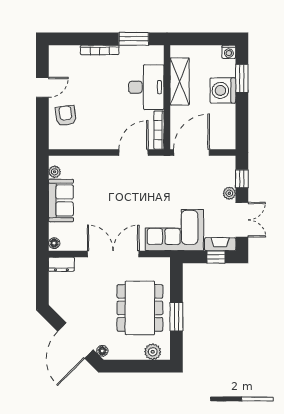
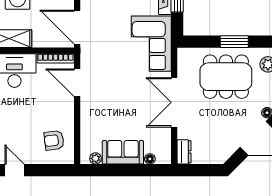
armchair: (66, 116) -> (54, 140), moved
floor lamp: (54, 243) -> (150, 159), moved

